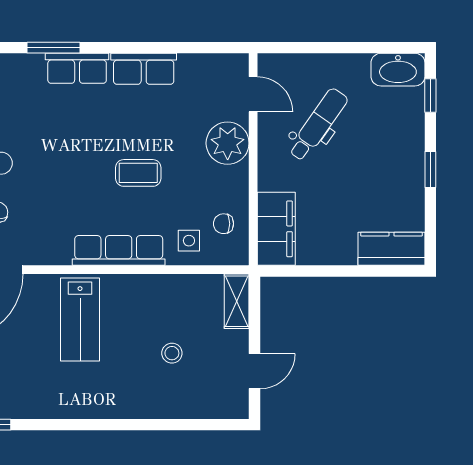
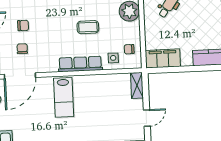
filing cabinet: (276, 229) -> (163, 58), moved, turned -90
stool: (172, 353) -> (108, 111), removed

